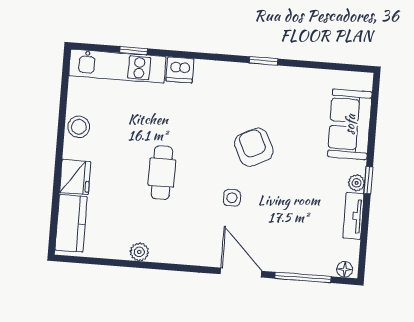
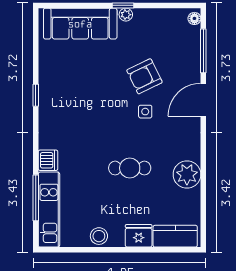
window: (134, 51) -> (36, 198), width x2.17
sofa: (350, 124) -> (80, 24), width x1.36
armchair: (254, 147) -> (144, 76), moved
tv unit: (353, 216) -> (152, 15), removed
plant: (139, 252) -> (187, 174), width x1.87, depth x1.87

